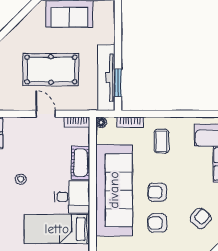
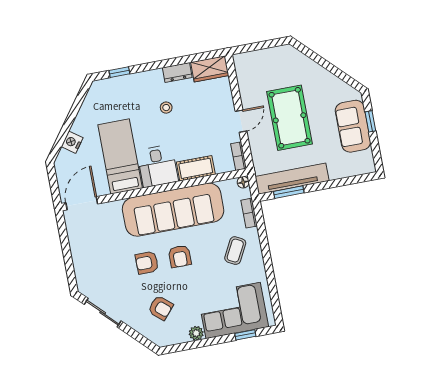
coffee table: (162, 141) -> (235, 251), turned -62
armchair: (157, 192) -> (180, 256), turned 180
armchair: (157, 223) -> (147, 263), turned -90

